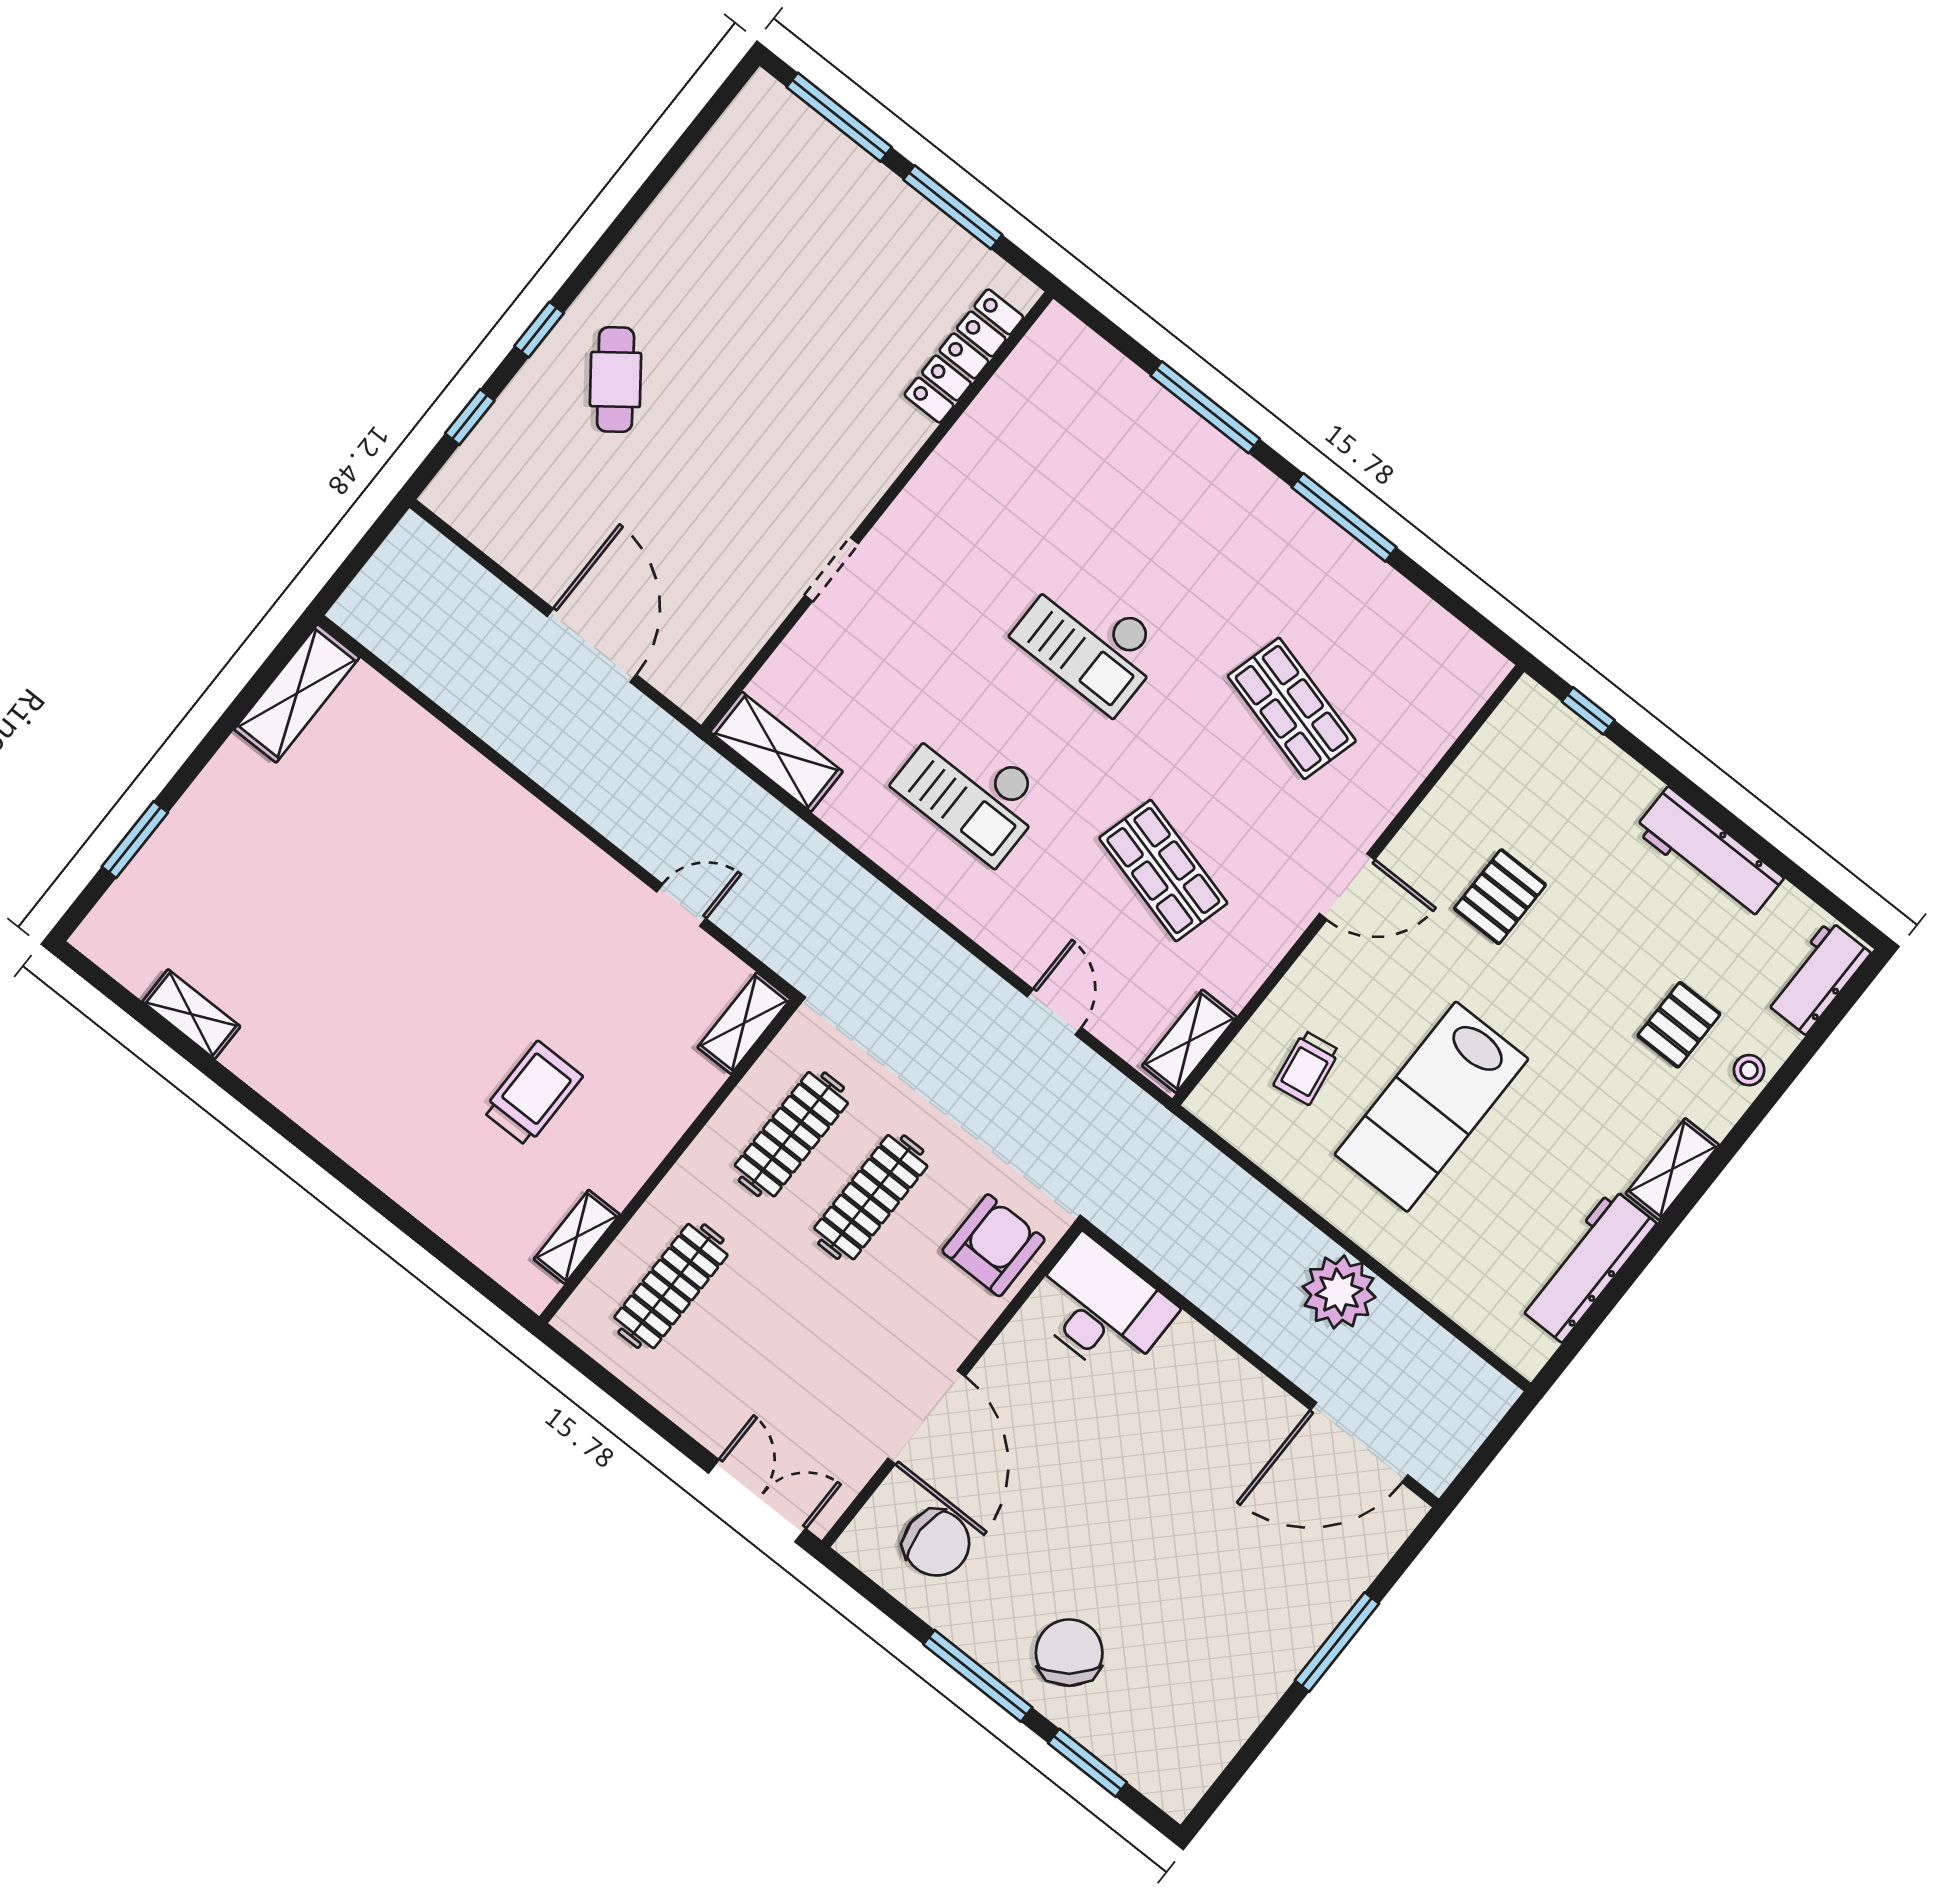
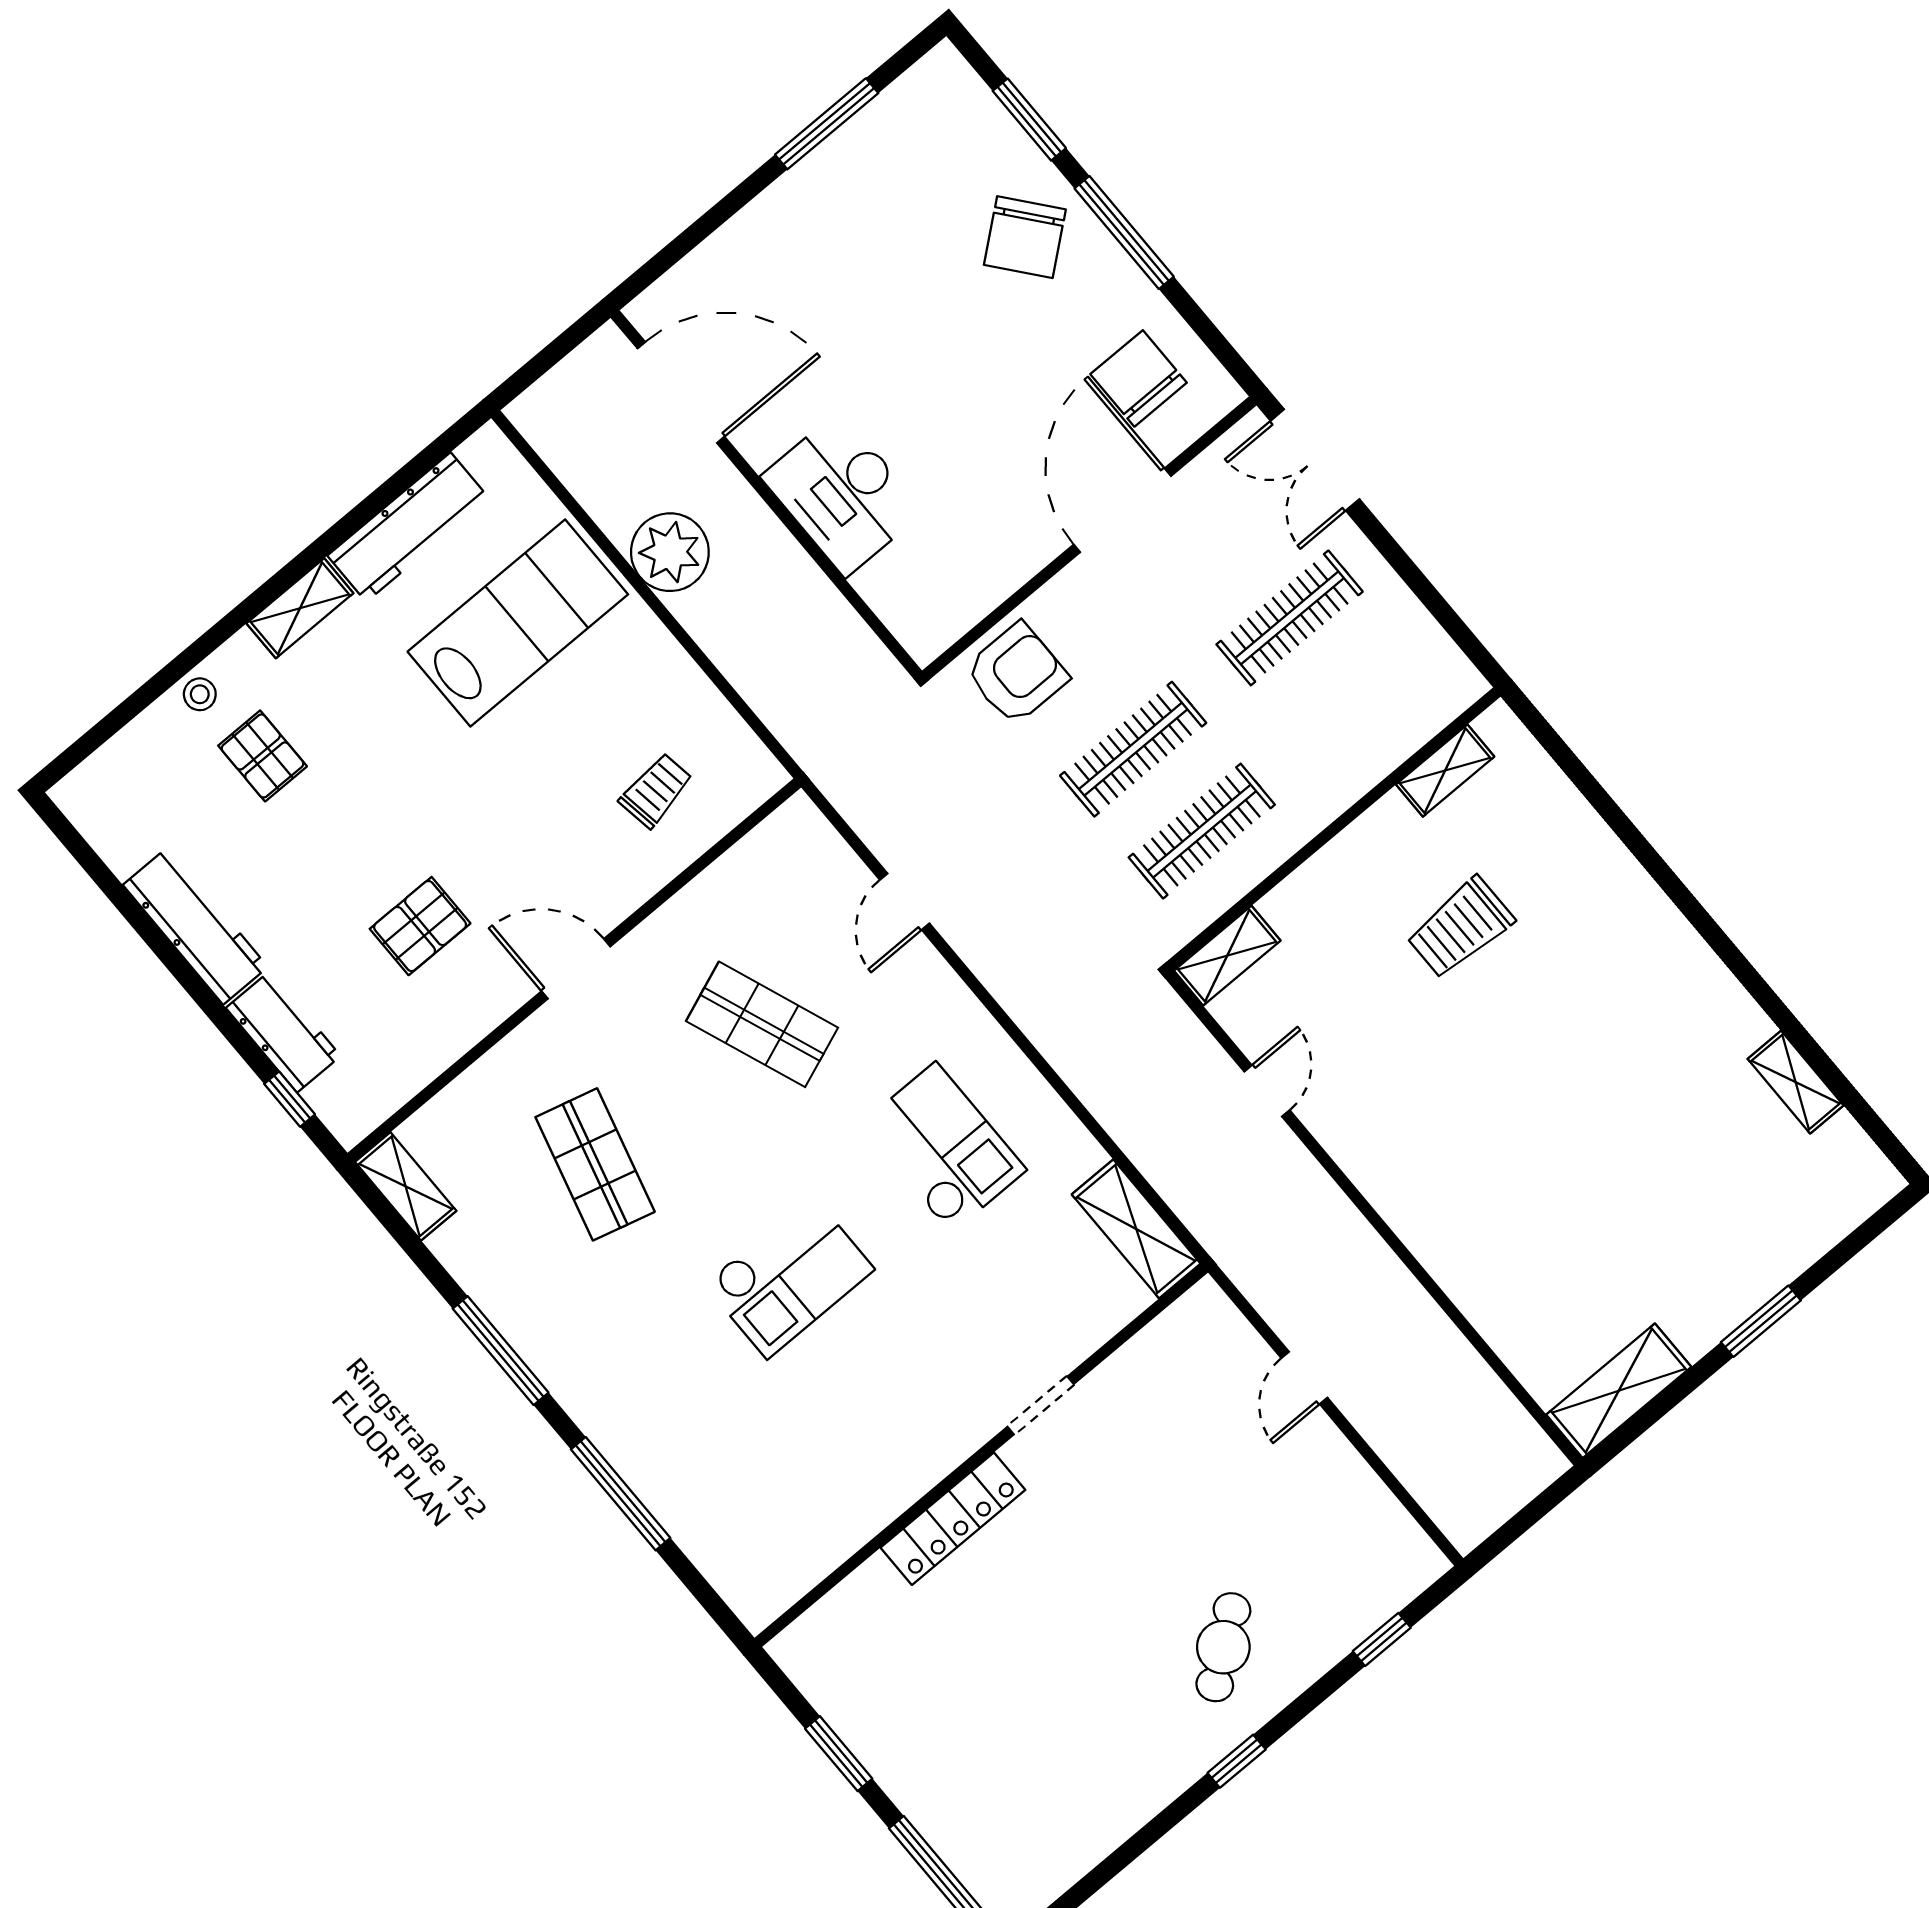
window: (953, 207) -> (839, 1754), width x0.69
window: (539, 330) -> (1237, 1761), moved
locker: (964, 356) -> (953, 1519), moved
checkout: (1090, 641) -> (789, 1277), turned 90
door: (592, 645) -> (1304, 1378), width x0.53
window: (135, 840) -> (1761, 1321), moved
shop shelf: (1163, 871) -> (762, 1024), turned -36
door: (681, 905) -> (1267, 1091), swing flipped
workbench: (1817, 977) -> (283, 1032), moved, turned -90
pallet: (1679, 1025) -> (263, 756), turned 90
shelving: (1189, 1041) -> (406, 1186), moved, turned 90
lab bench: (1431, 1107) -> (518, 623), moved
armchair: (994, 1245) -> (1017, 674), turned 180
clothes rail: (671, 1286) -> (1290, 618), moved
desk: (1101, 1308) -> (842, 494), moved
window: (1337, 1642) -> (827, 124), moved

